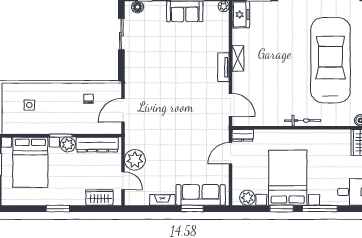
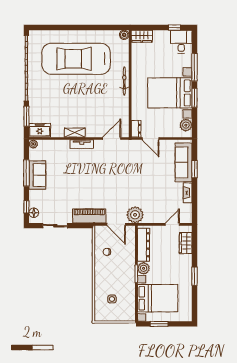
piano: (134, 77) -> (89, 216), added
plant: (135, 160) -> (135, 215), moved

